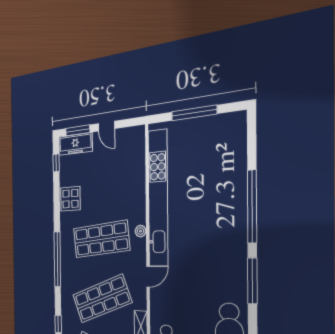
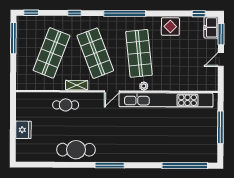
freezer: (75, 144) -> (211, 27), width x0.71
window: (252, 206) -> (185, 166), moved
door: (148, 277) -> (112, 91), hinge flipped

